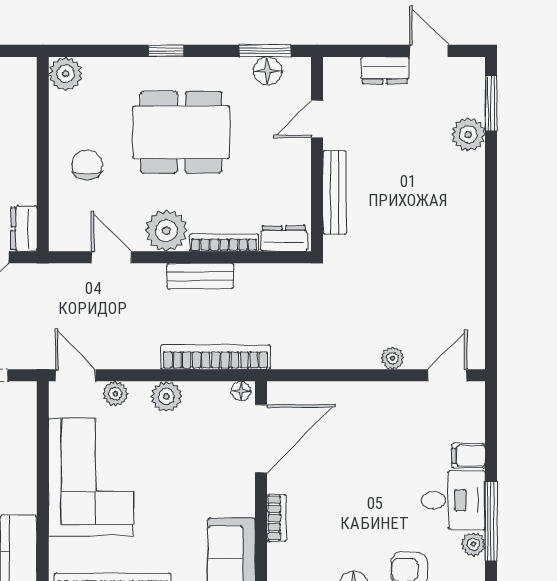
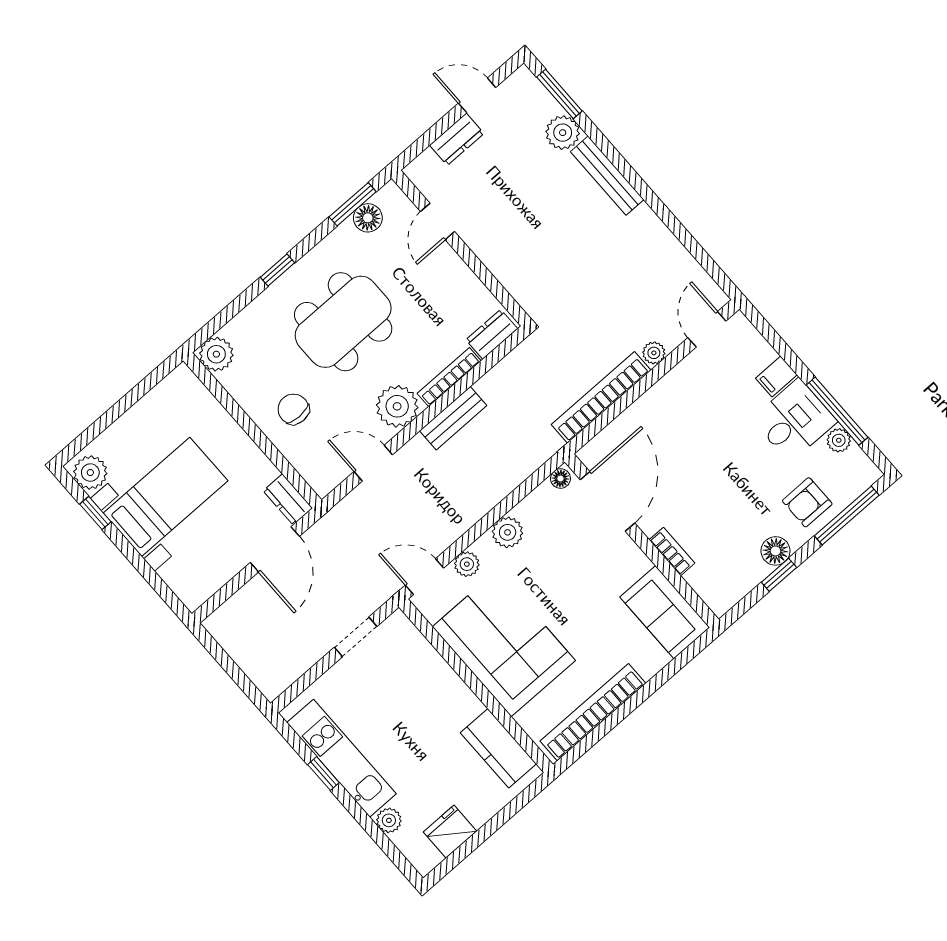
bench: (335, 192) -> (607, 176), moved
bookcase: (216, 357) -> (601, 397), moved

